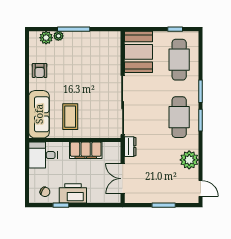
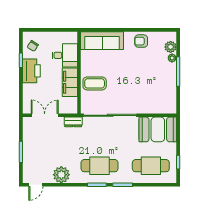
coffee table: (70, 117) -> (95, 83), moved
desk: (43, 155) -> (65, 55), moved, turned 90

